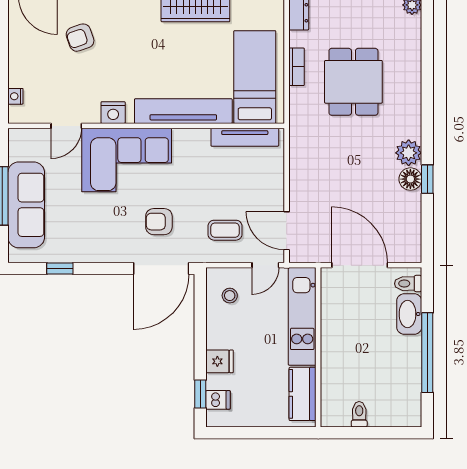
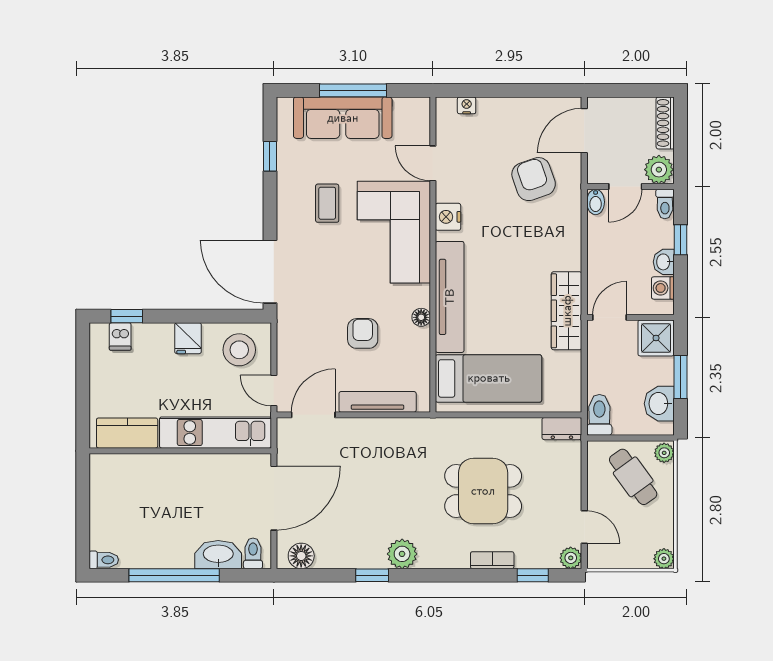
armchair: (80, 38) -> (534, 179), width x1.38, depth x1.38
window: (427, 38) -> (533, 575), added
bookcase: (297, 67) -> (492, 560), moved, turned 180
floor lamp: (201, 136) -> (421, 317), added
tv unit: (245, 137) -> (378, 402), moved, turned 90
floor lamp: (410, 179) -> (301, 556), moved
armchair: (159, 222) -> (363, 333), moved
coffee table: (225, 230) -> (327, 203), moved
stool: (230, 296) -> (239, 350), width x1.89, depth x1.89
fridge: (220, 361) -> (188, 338), moved
toilet: (359, 414) -> (104, 560), moved

